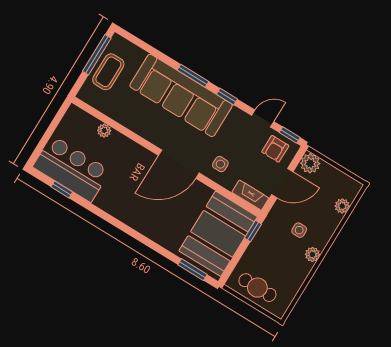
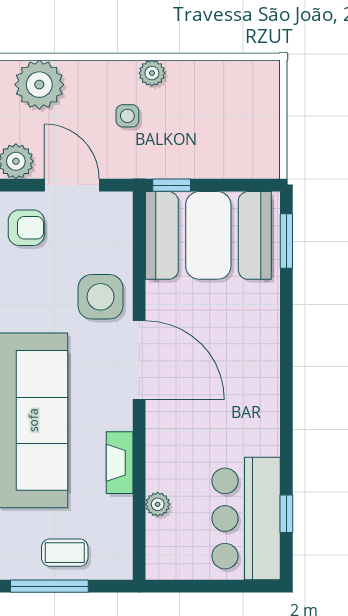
coffee table: (108, 72) -> (65, 553), width x0.73, depth x0.77
side table: (220, 164) -> (101, 297), width x1.87, depth x1.87
fireplace: (250, 195) -> (120, 463), moved
plant: (342, 206) -> (39, 85), width x1.88, depth x1.88
cafe table: (257, 288) -> (253, 126), removed

